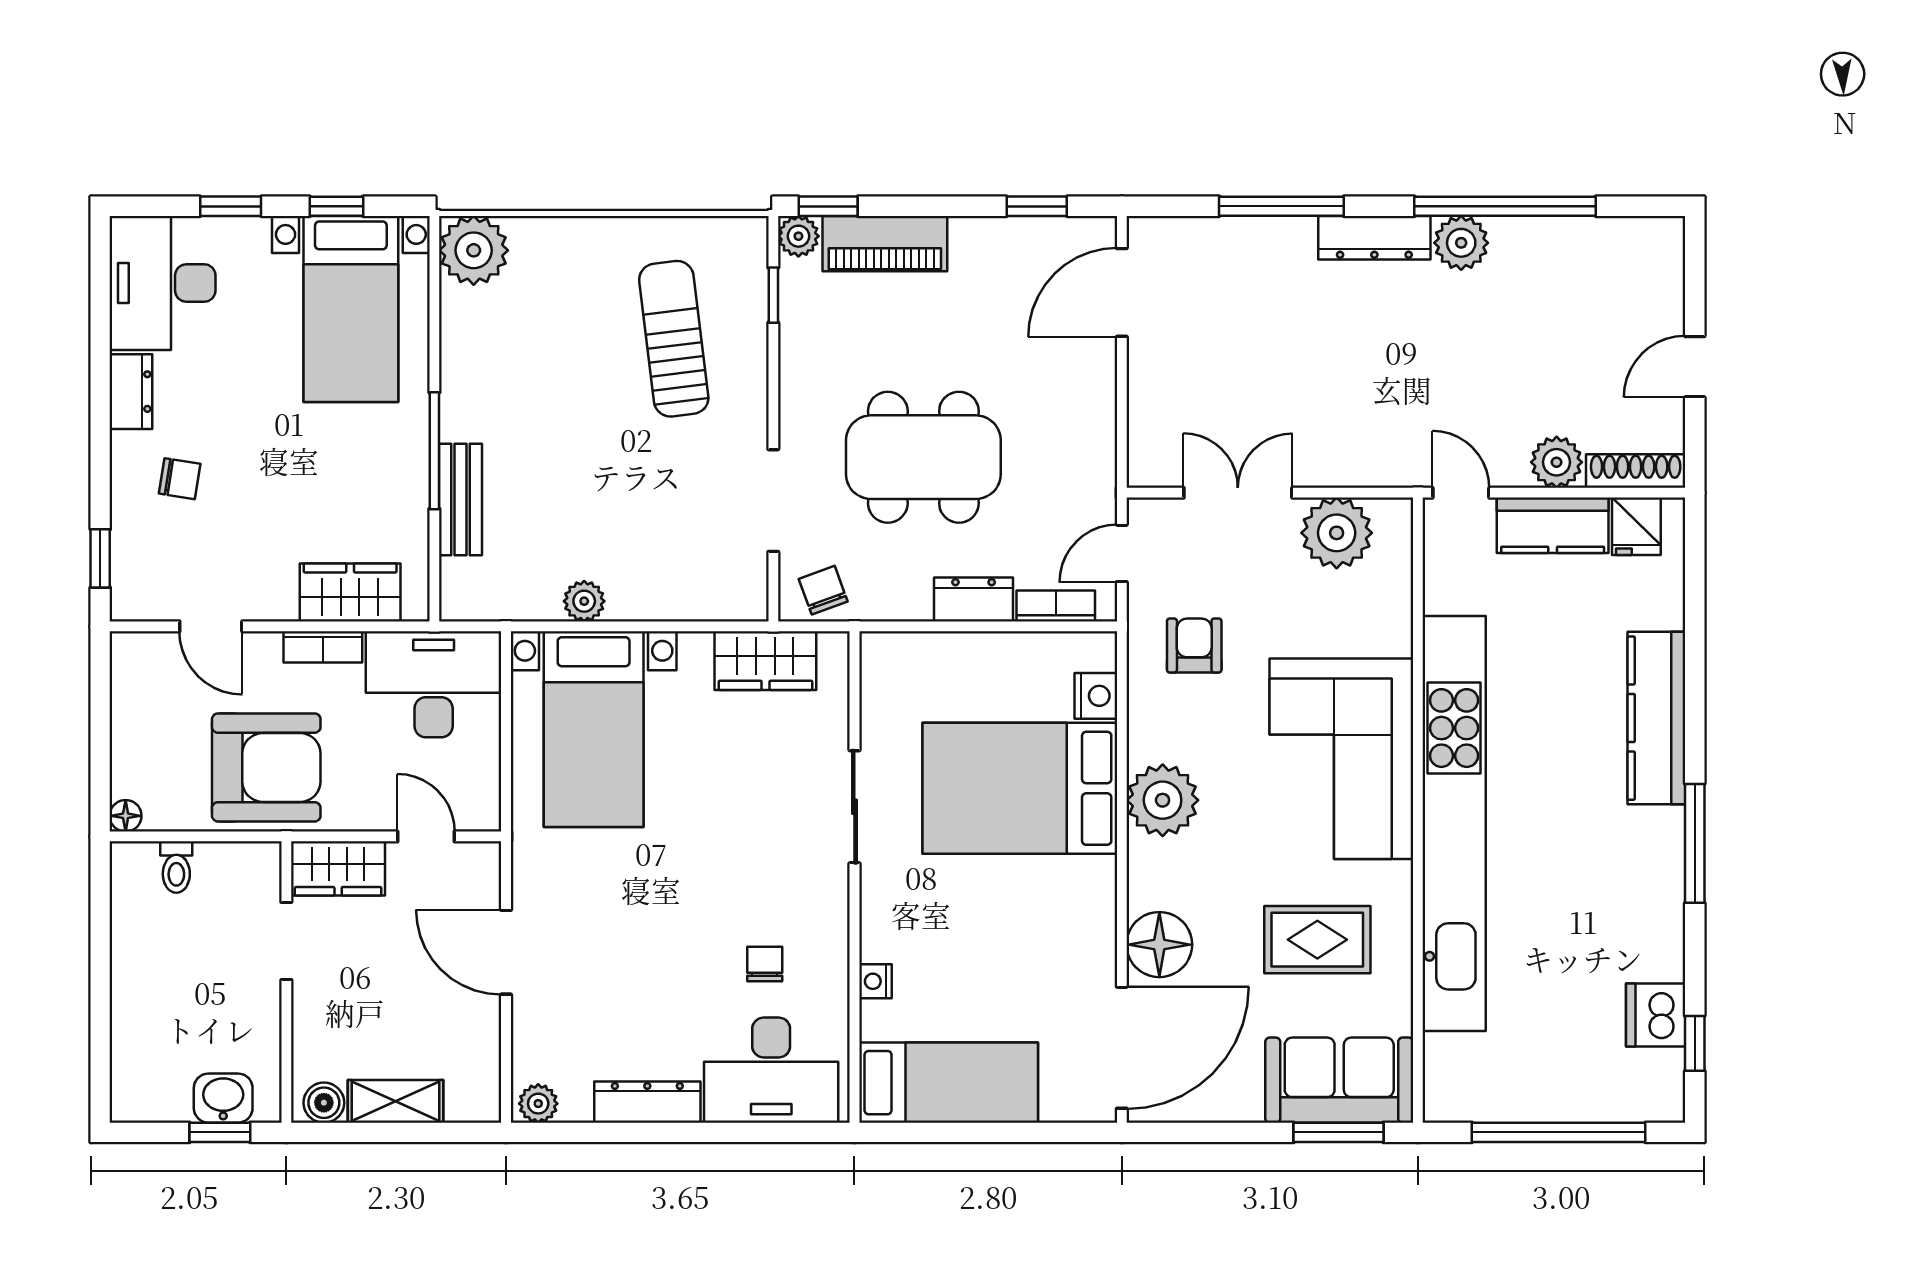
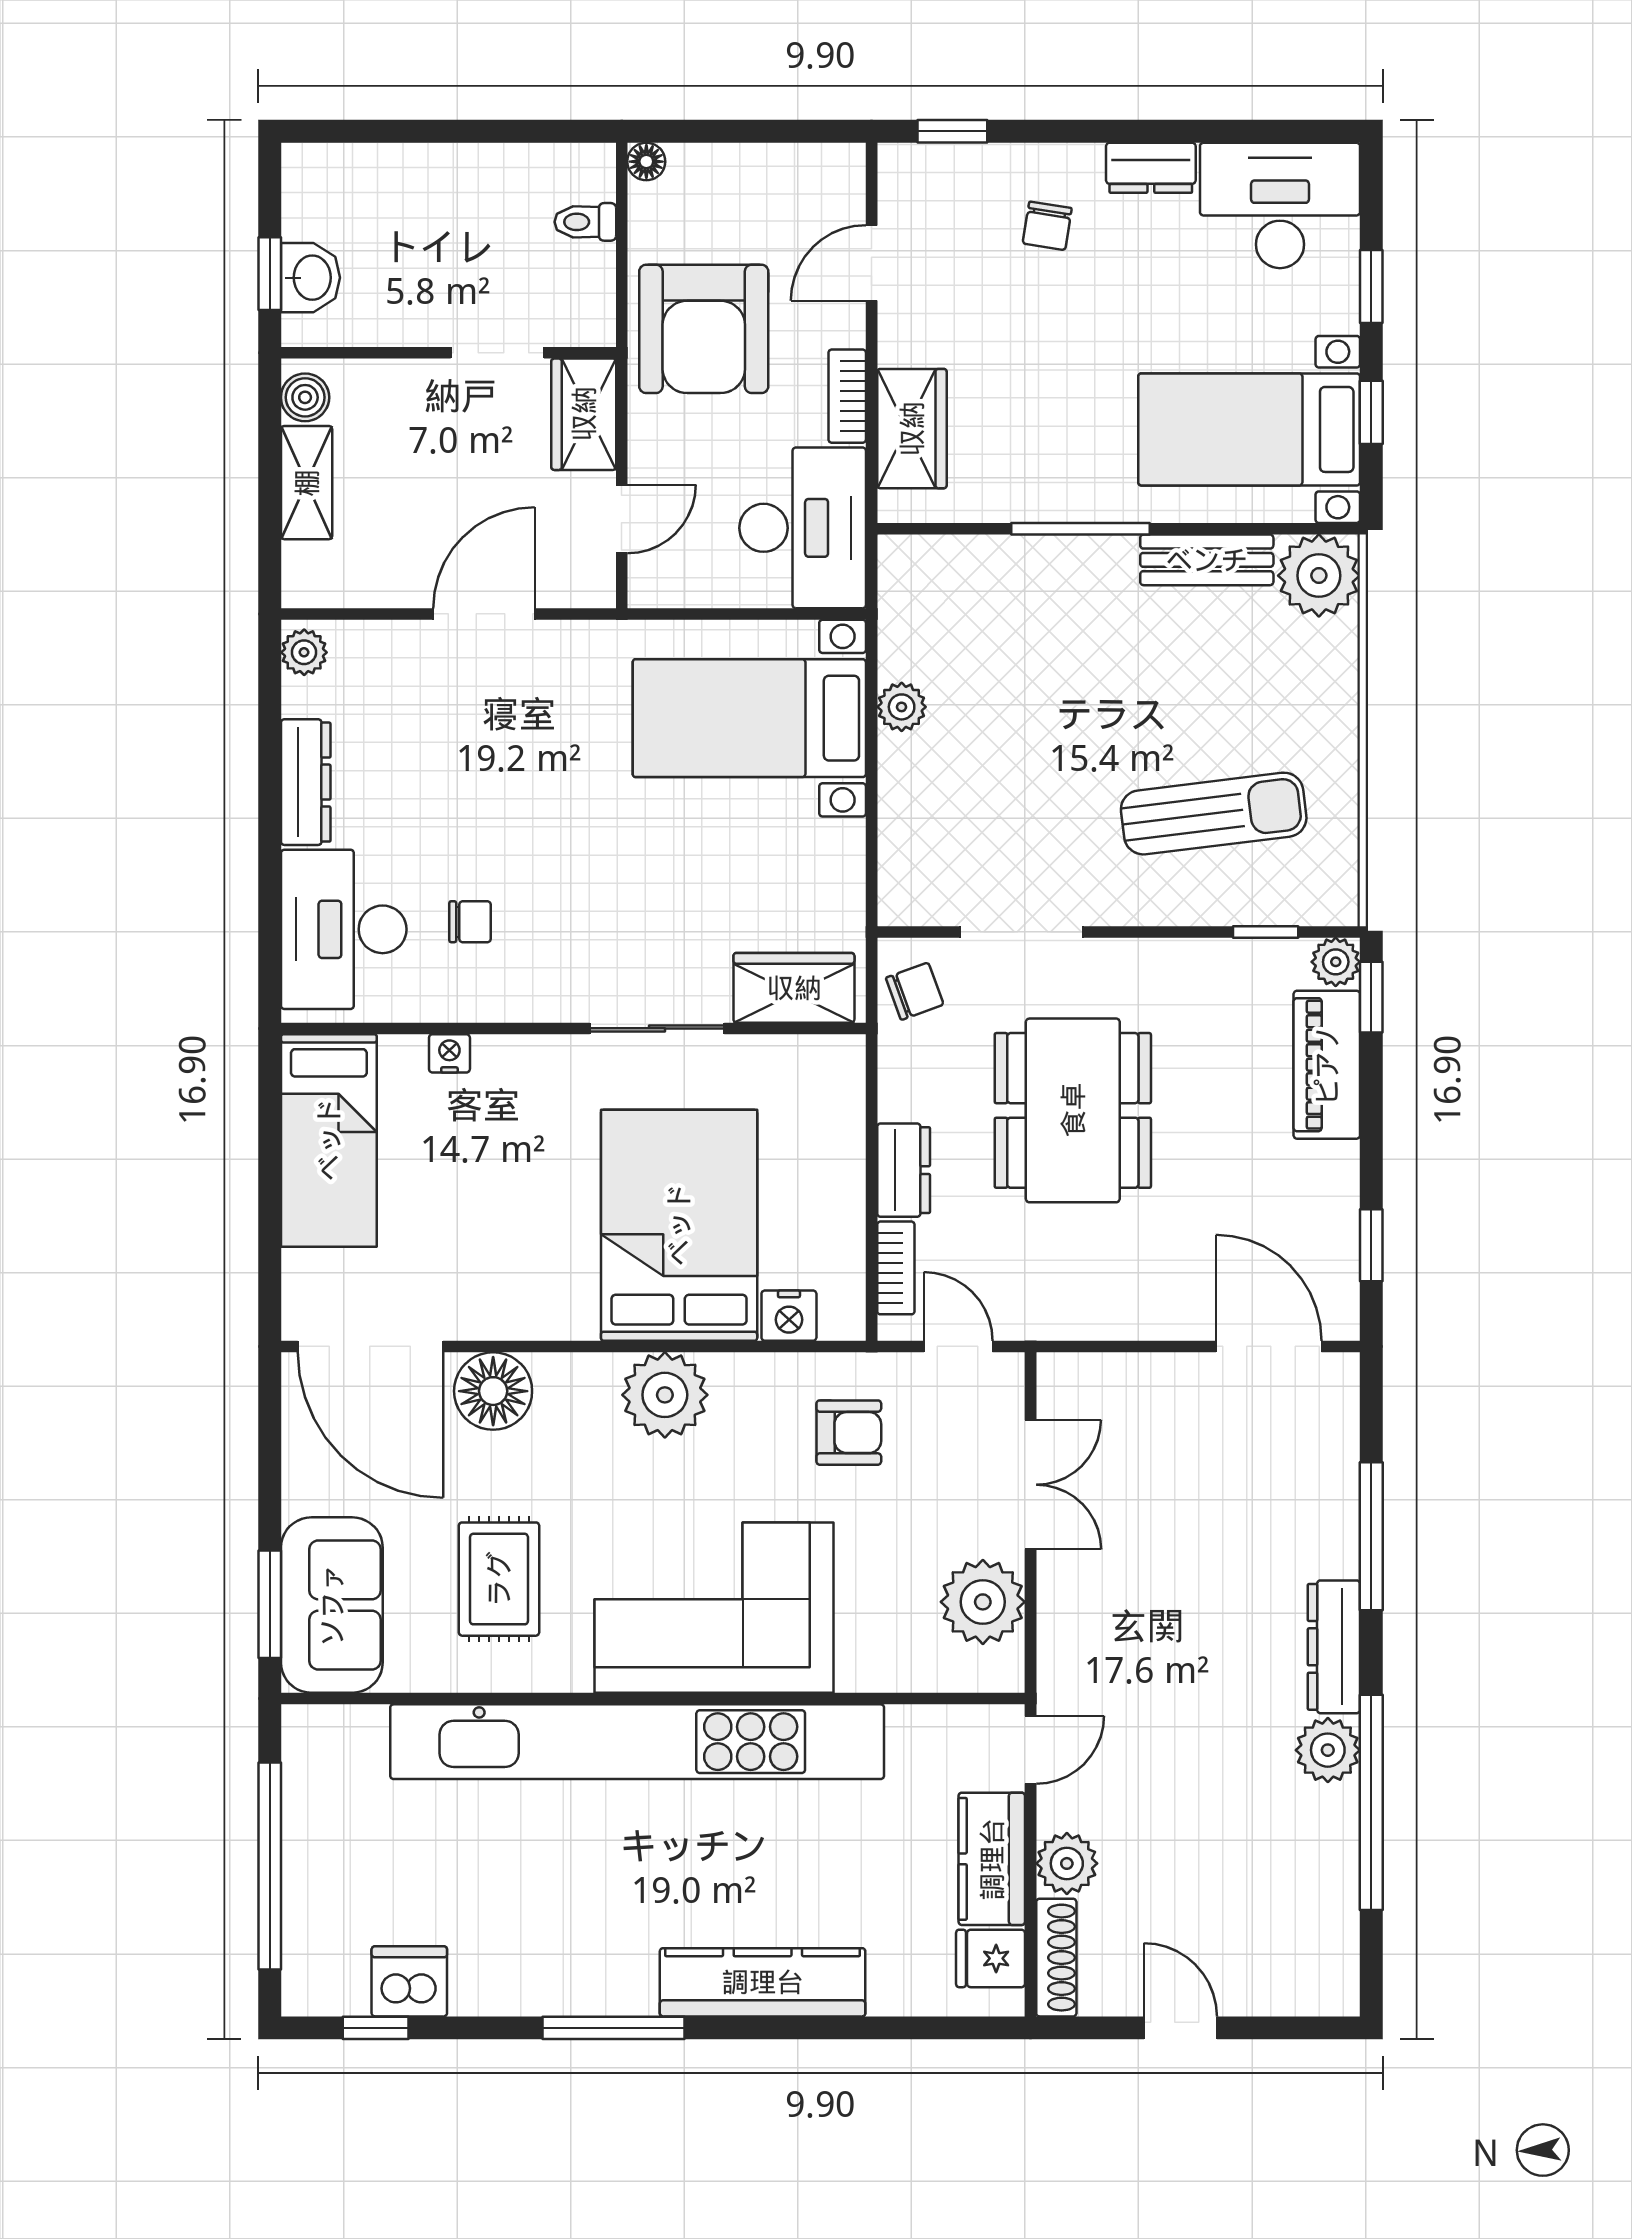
bench: (460, 499) -> (1207, 560), moved
wardrobe: (765, 661) -> (794, 988), moved, turned 90

